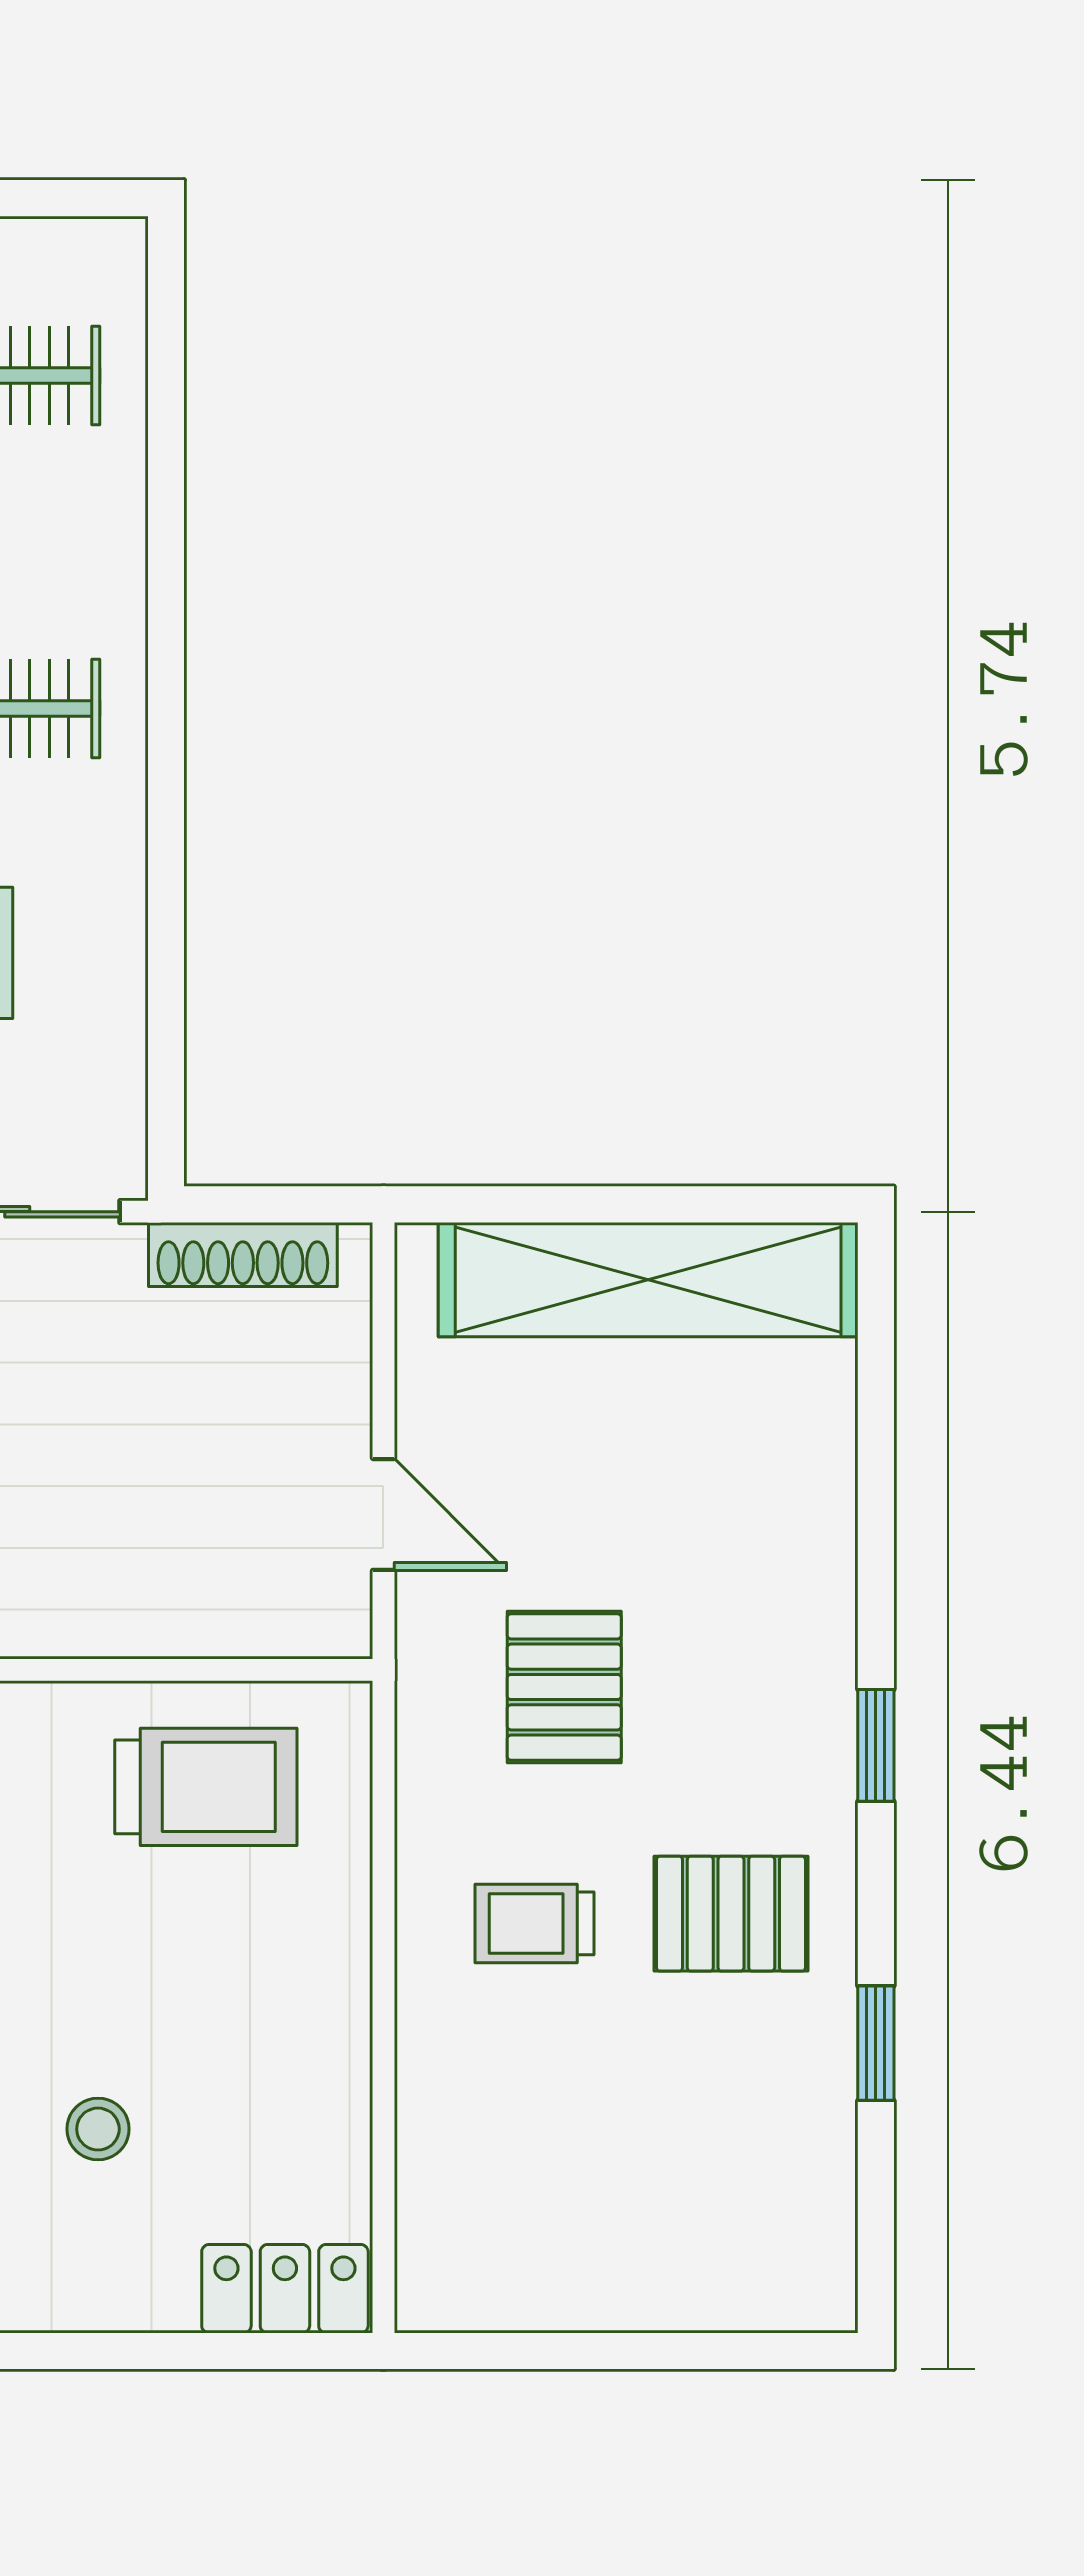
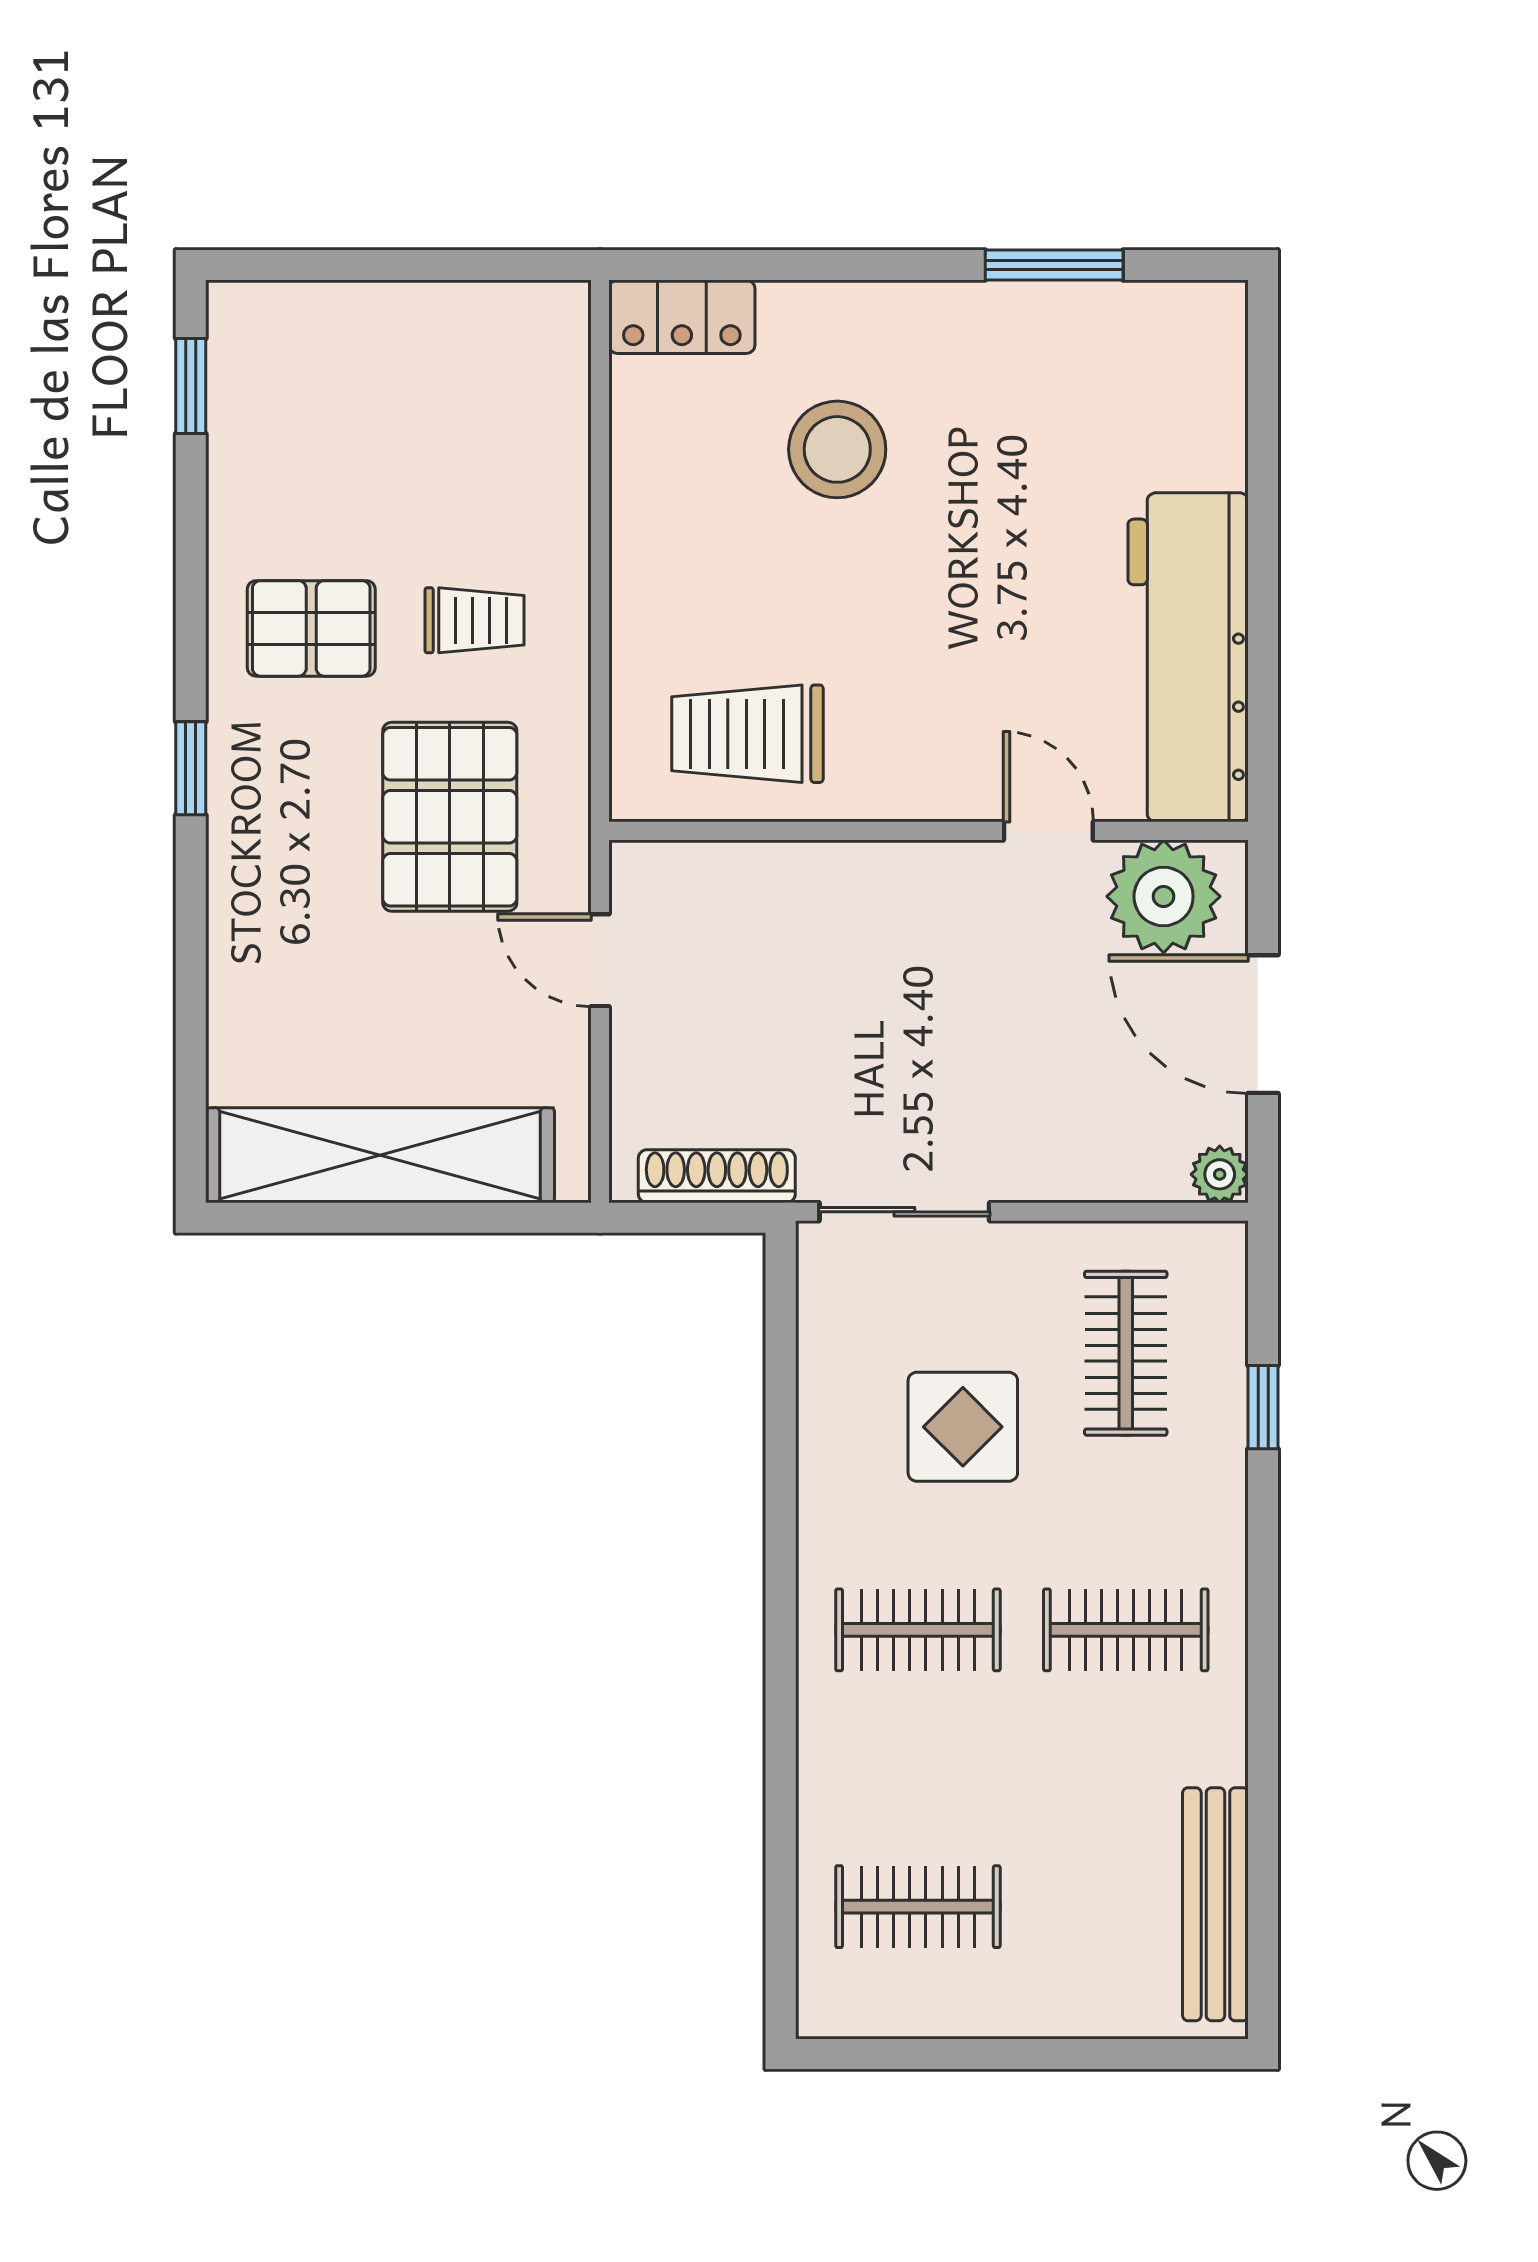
pallet: (564, 1687) -> (450, 817), width x1.50, depth x1.42
window: (876, 2043) -> (191, 386), moved
stool: (98, 2129) -> (837, 449), width x1.89, depth x1.89

